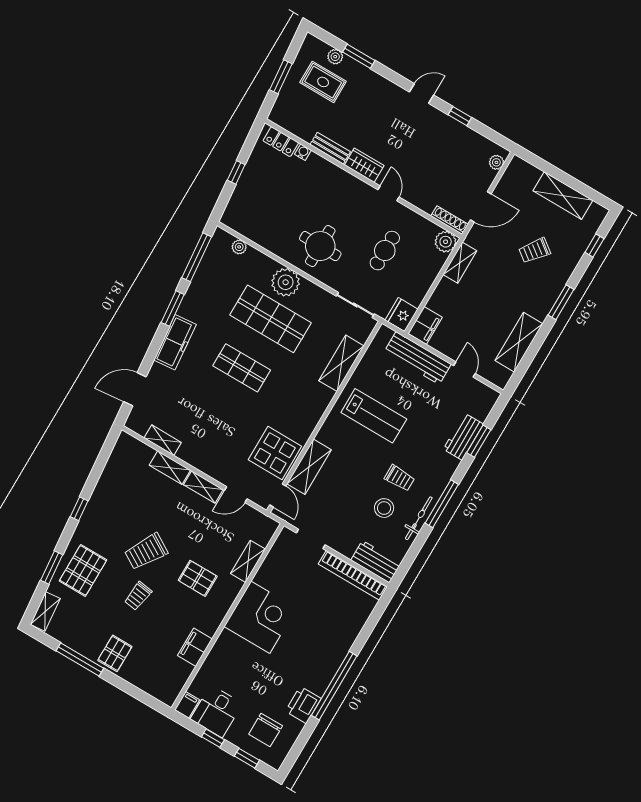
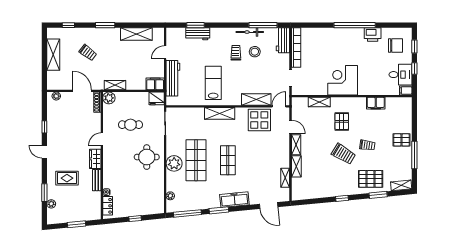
rug: (323, 82) -> (67, 178), moved, turned 90
shelving: (341, 363) -> (220, 113), moved
window: (442, 504) -> (263, 25), moved

